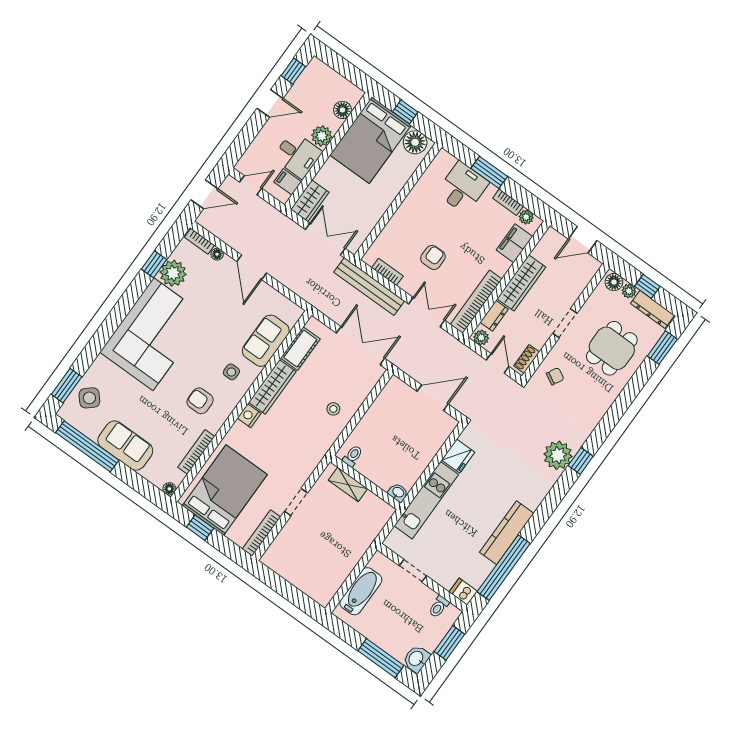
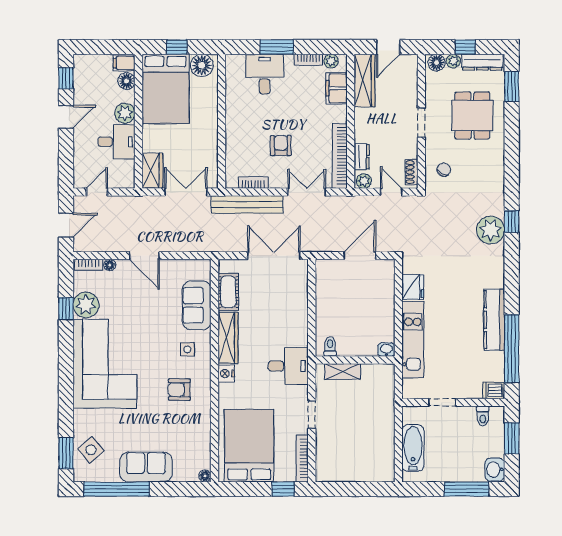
filing cabinet: (288, 182) -> (124, 63), moved
wardrobe: (521, 283) -> (364, 80), moved
stool: (333, 409) -> (288, 321), removed
desk: (306, 447) -> (288, 366), added
bookcase: (196, 452) -> (205, 432), removed
window: (200, 528) -> (283, 489), moved

